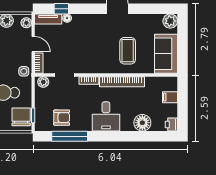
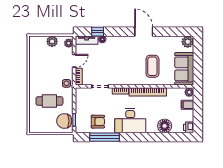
door: (33, 44) -> (74, 61), hinge flipped
plant: (43, 82) -> (189, 92), moved
desk: (106, 116) -> (130, 121), width x1.37
chair: (21, 117) -> (64, 121), turned -90

